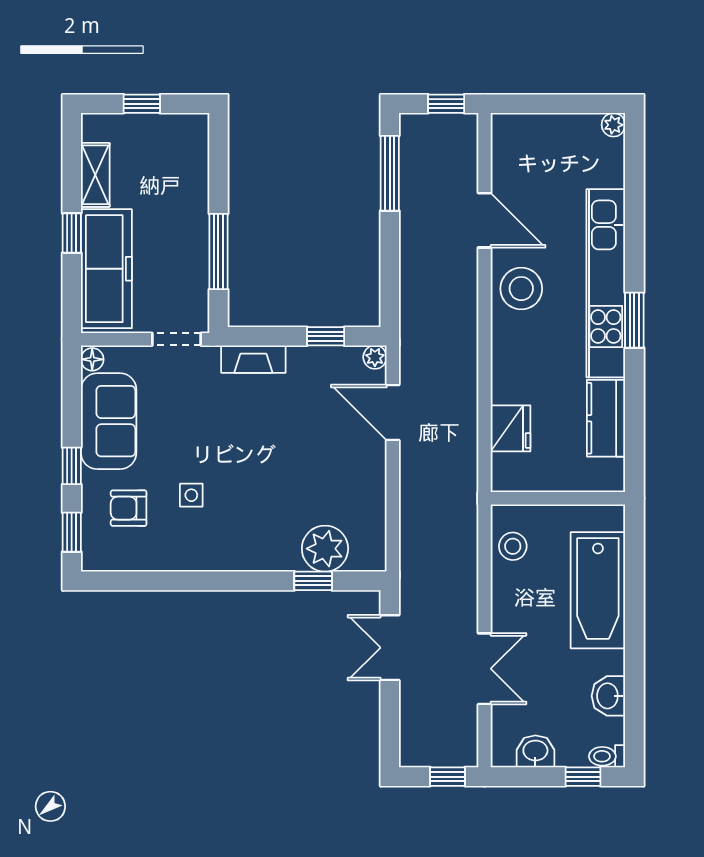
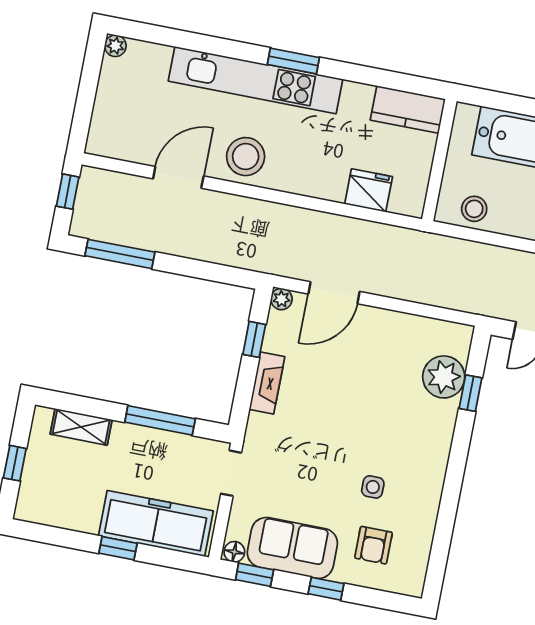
shelving: (95, 175) -> (81, 427), moved
fireplace: (253, 359) -> (267, 383), moved
kitchen counter: (606, 418) -> (408, 110), moved
window: (72, 532) -> (255, 575), moved

